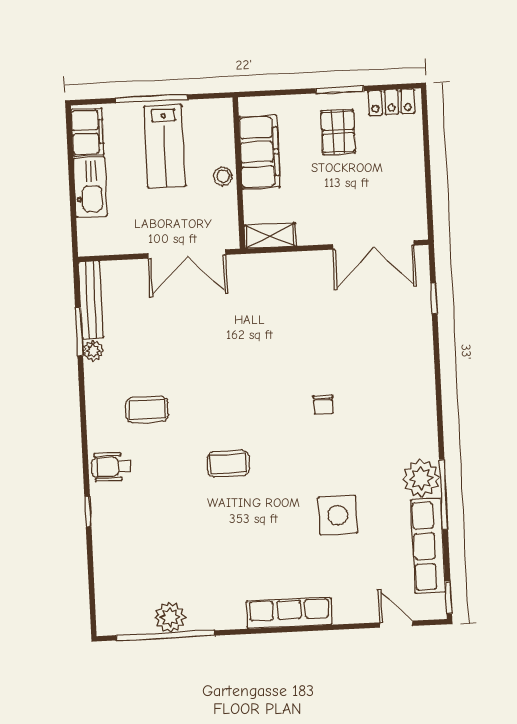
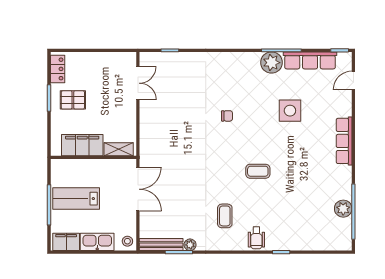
lab bench: (165, 146) -> (76, 199), turned 180
stool: (223, 176) -> (127, 241), moved
shelving: (270, 236) -> (119, 149), moved, turned 90
double door: (373, 245) -> (138, 83), width x0.73
coffee table: (228, 464) -> (258, 171), turned 90

